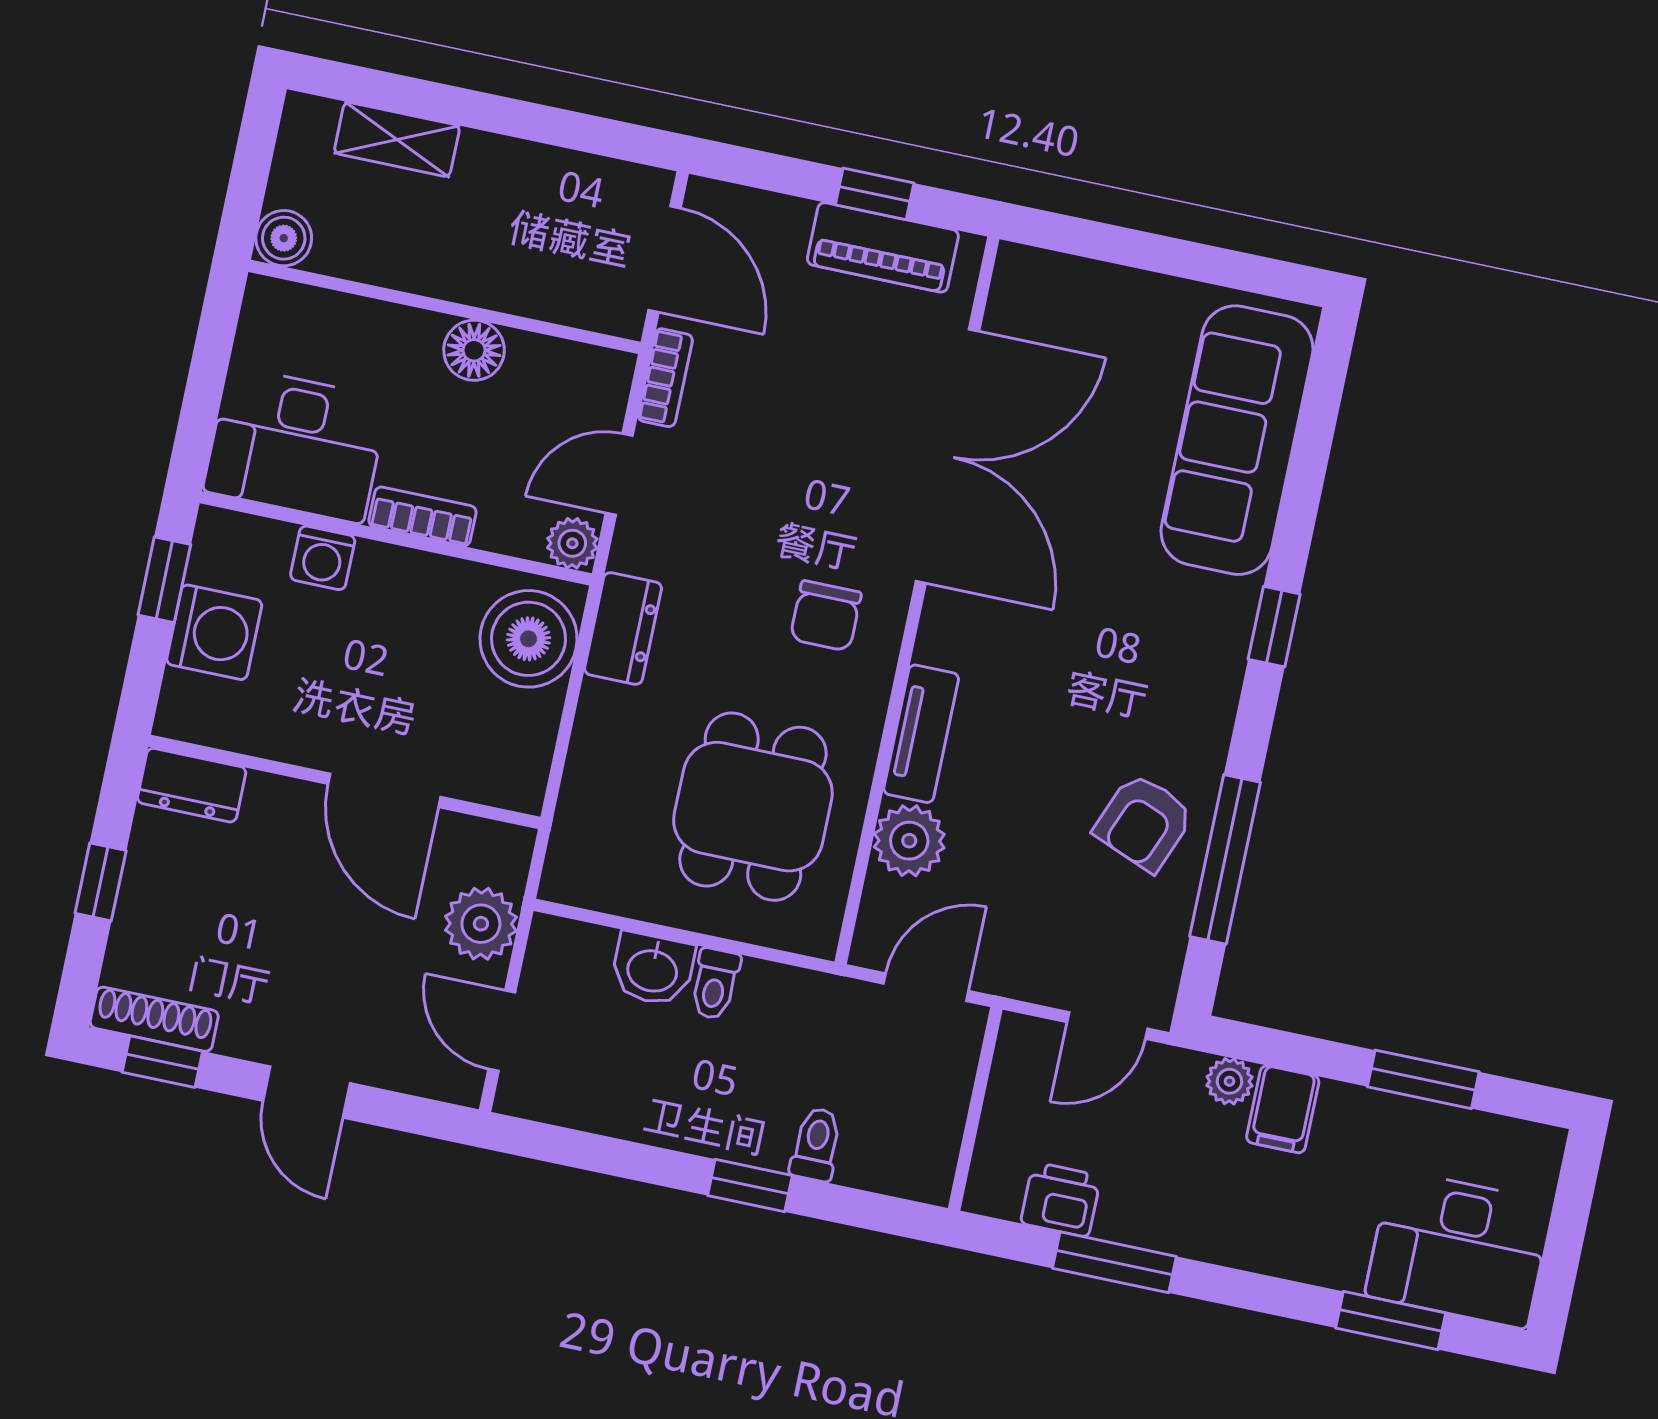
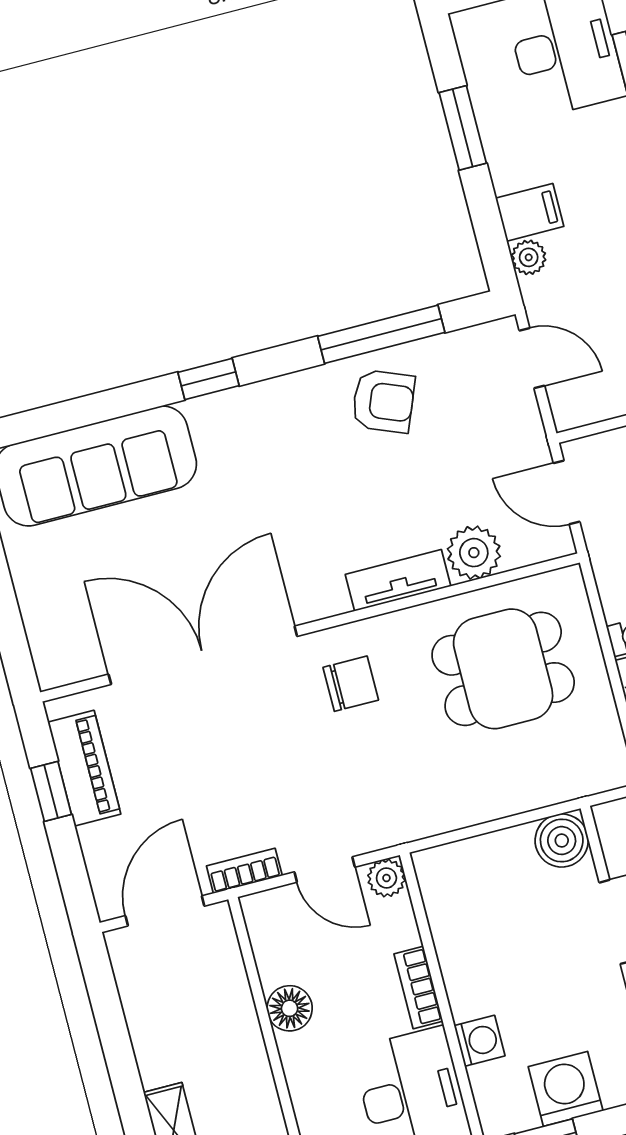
dresser: (623, 629) -> (427, 816), removed
boiler: (529, 639) -> (562, 841), moved, width x0.73, depth x0.73

